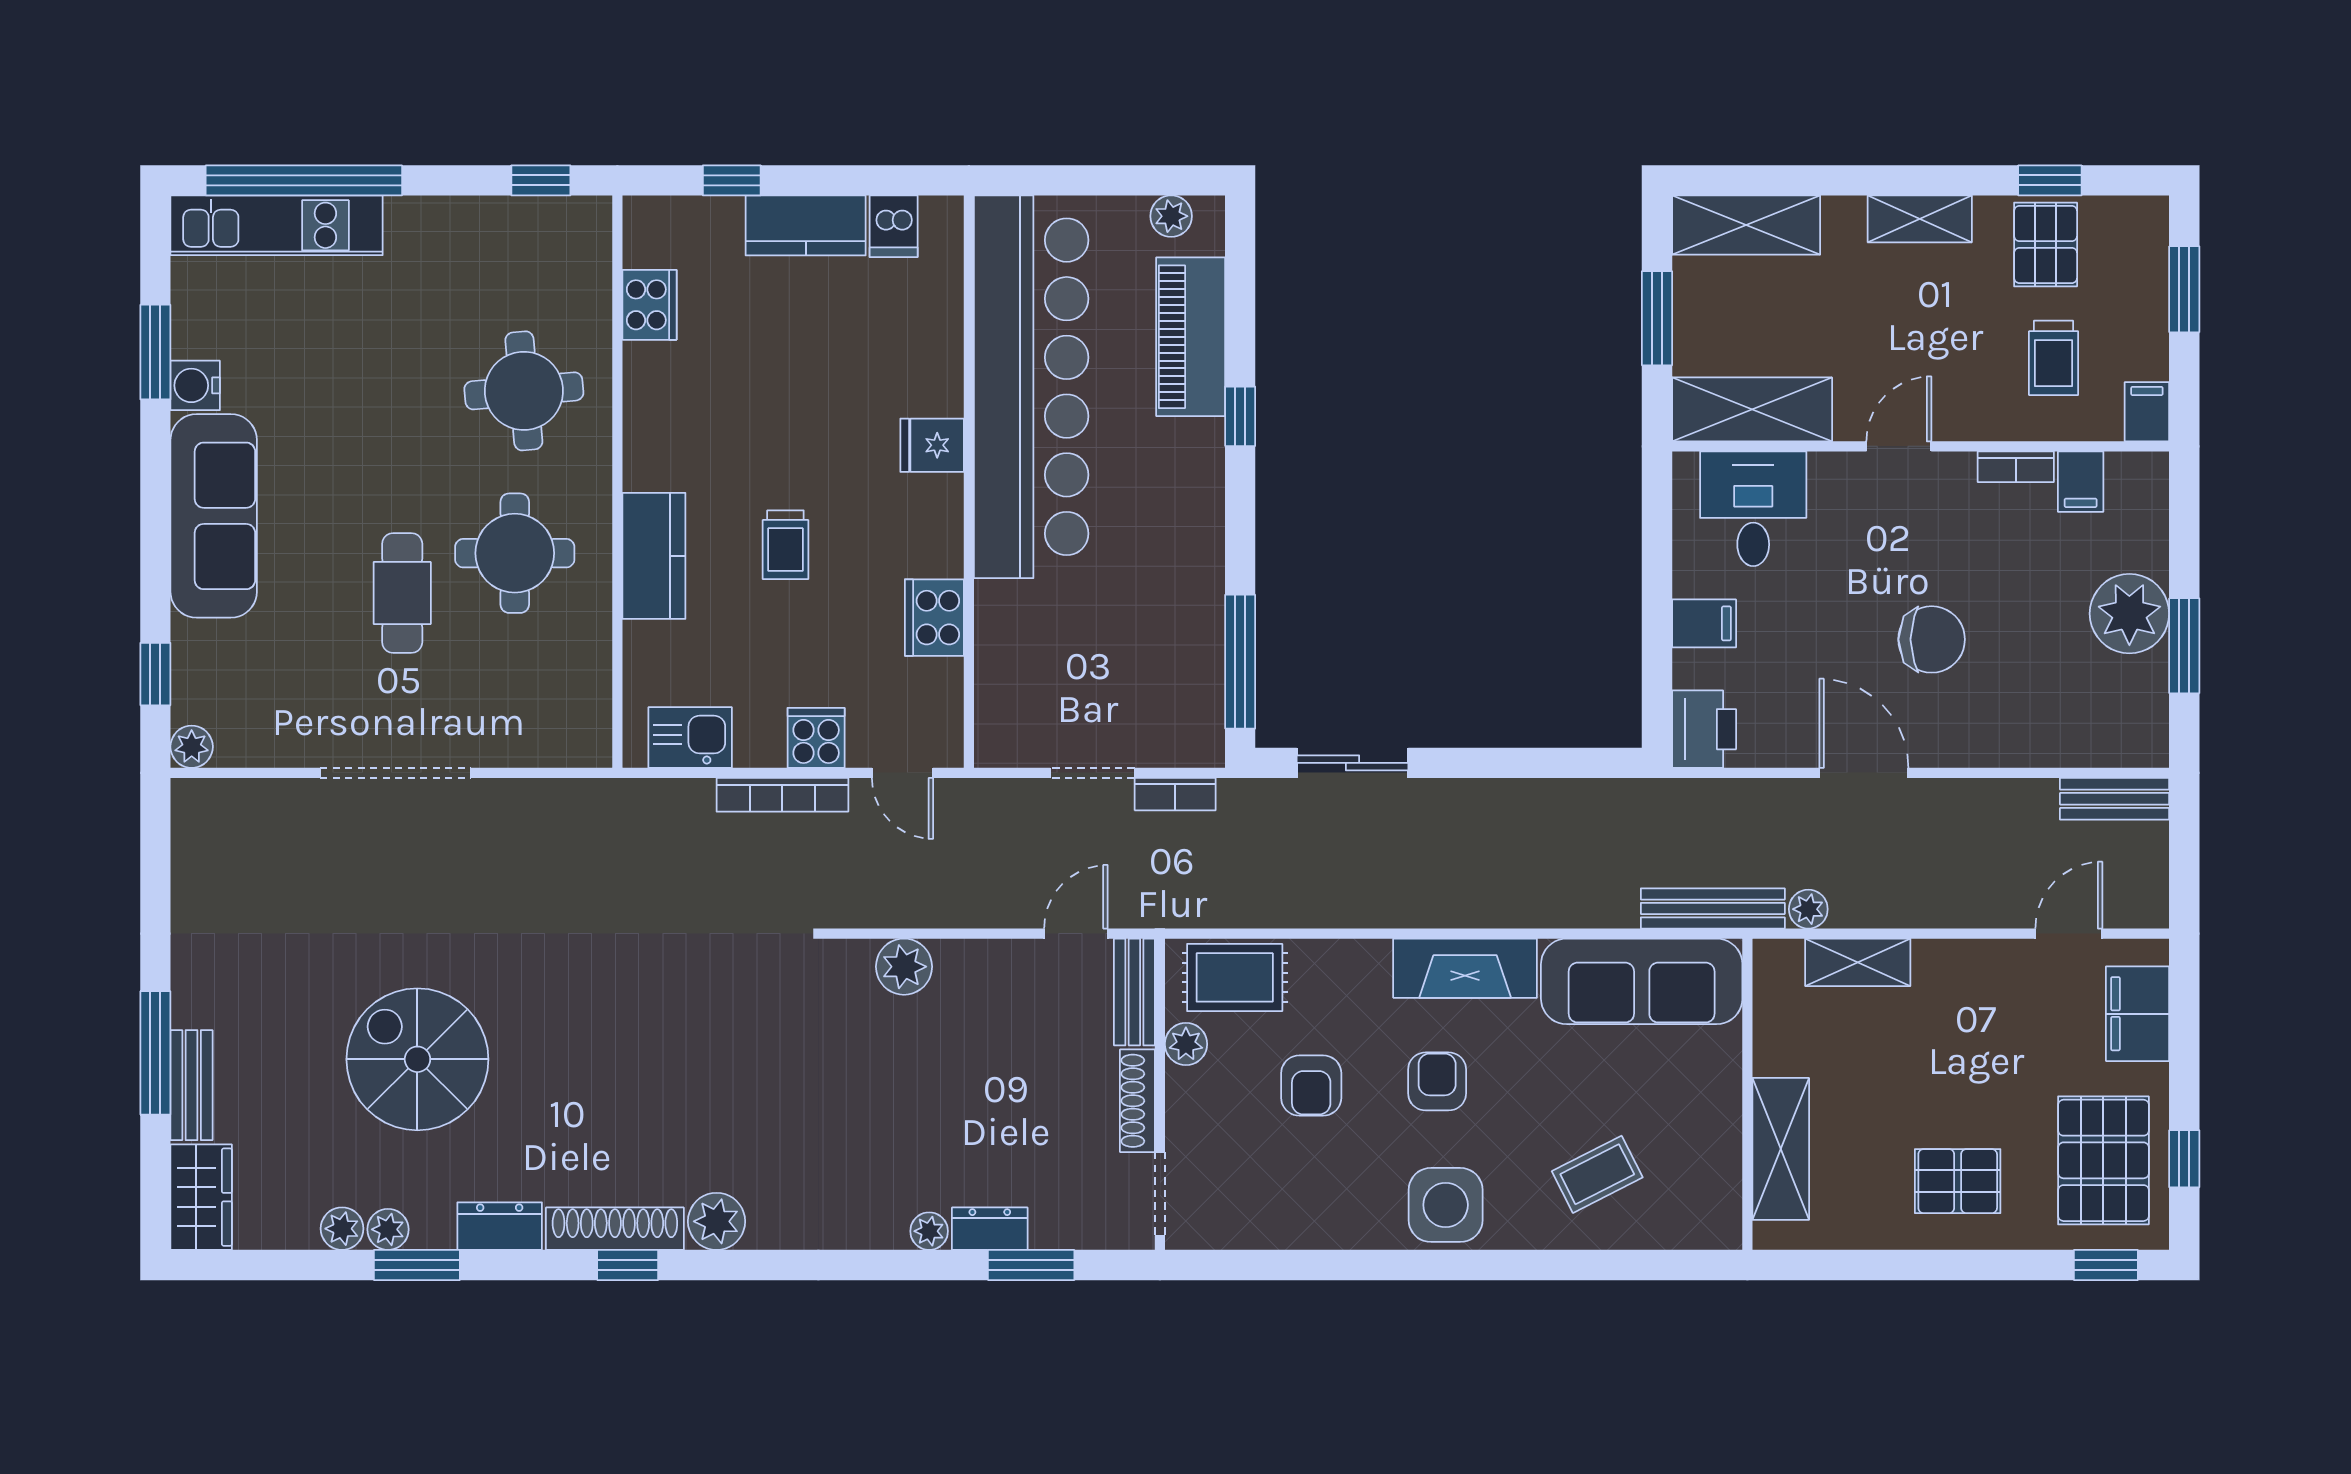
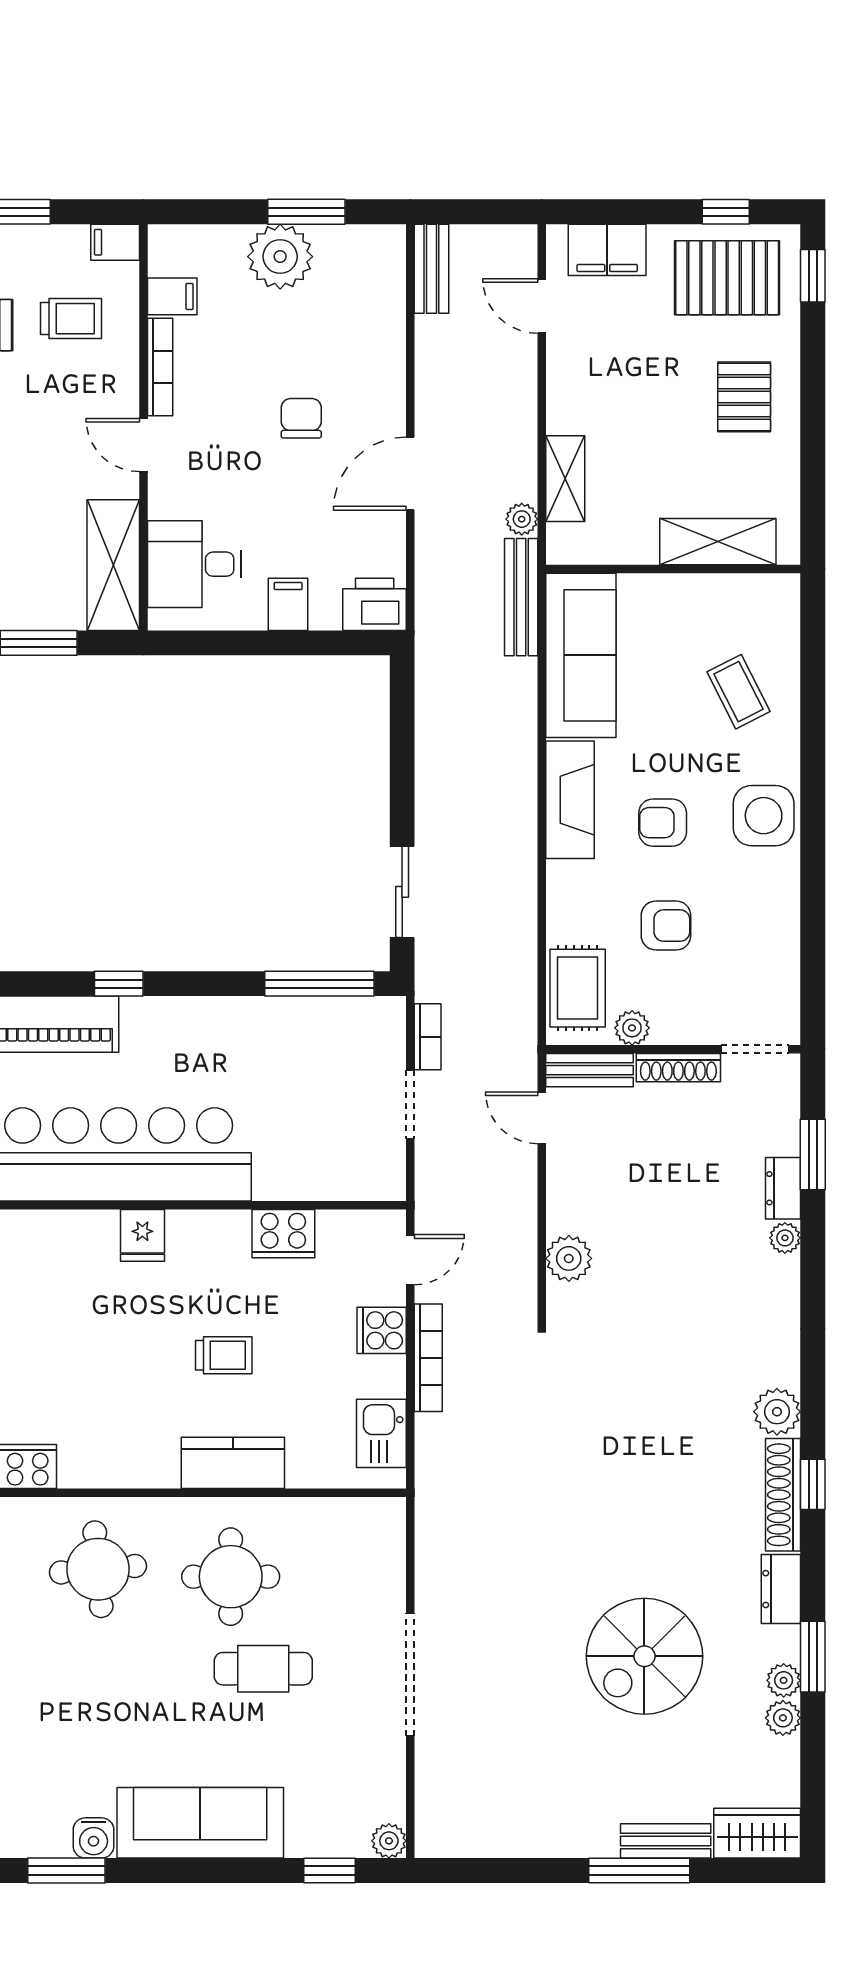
bookcase: (2016, 467) -> (160, 367), width x1.56
chair: (1932, 639) -> (301, 418), width x0.73, depth x0.73

